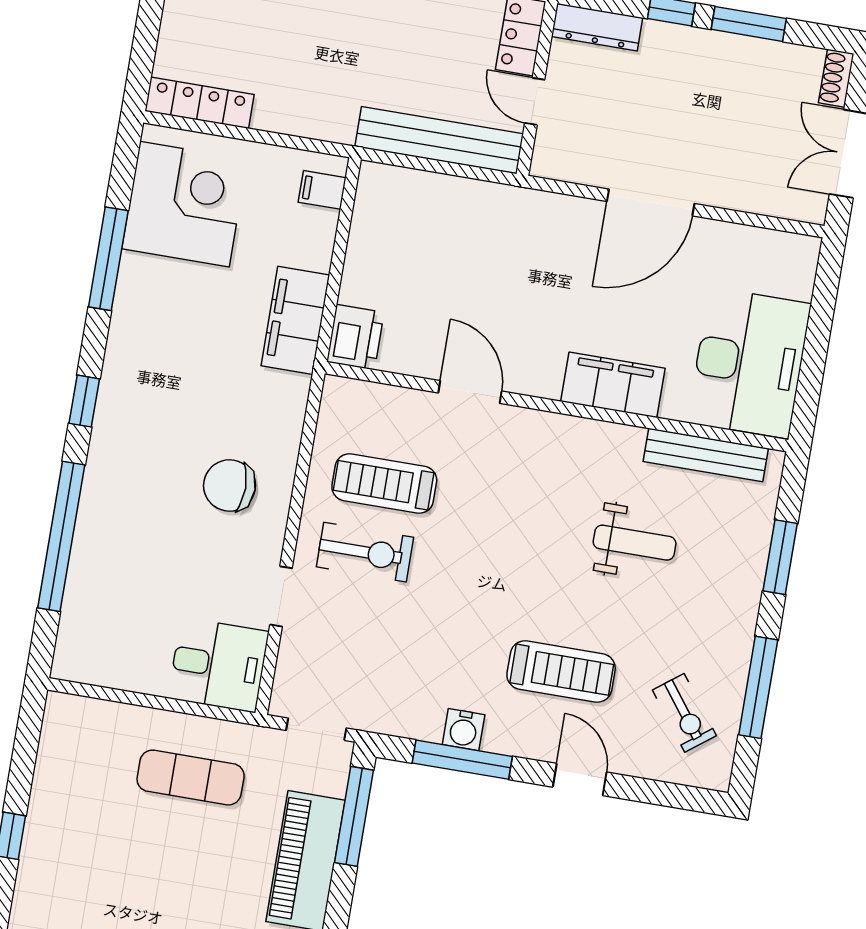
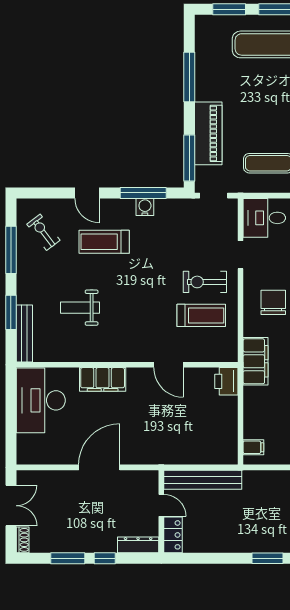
filing cabinet: (295, 320) -> (256, 361), moved
bench: (706, 455) -> (24, 333), moved, turned 90
chair: (230, 486) -> (273, 302), turned -90

